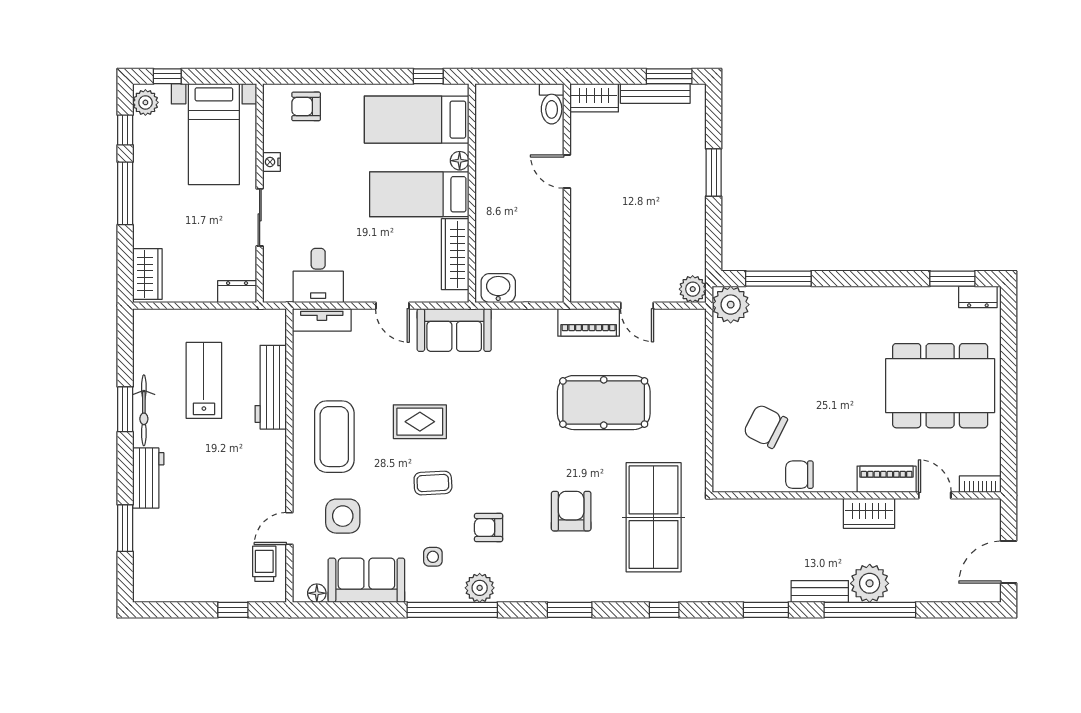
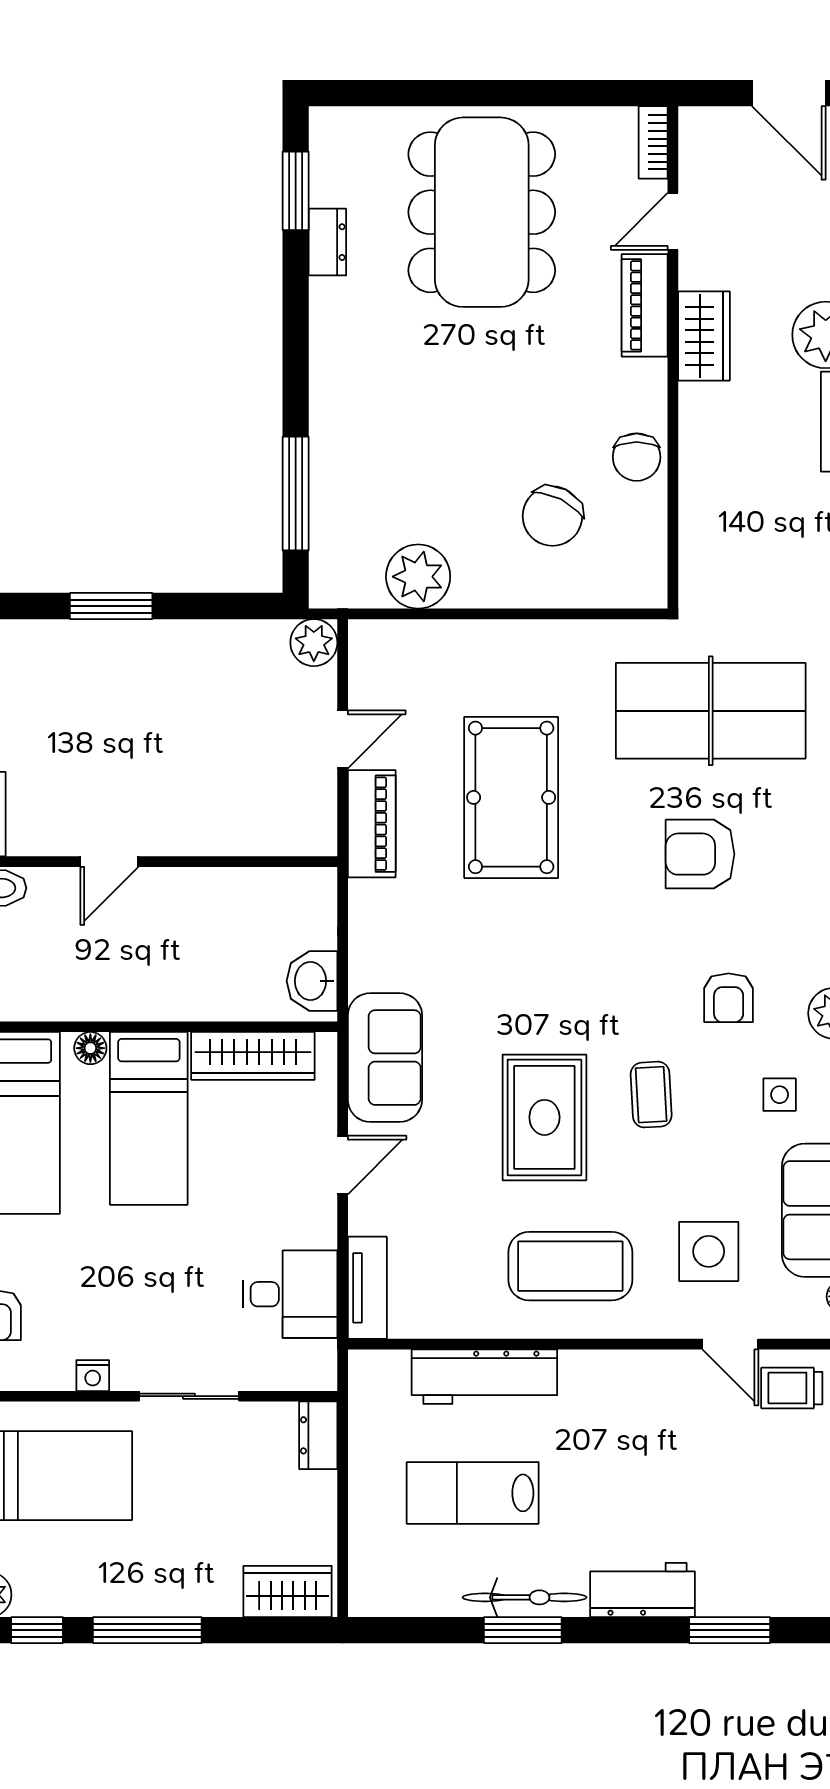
dresser: (978, 297) -> (327, 242), moved
plant: (731, 305) -> (418, 577), moved
rug: (420, 422) -> (544, 1117), width x1.36, depth x1.43

